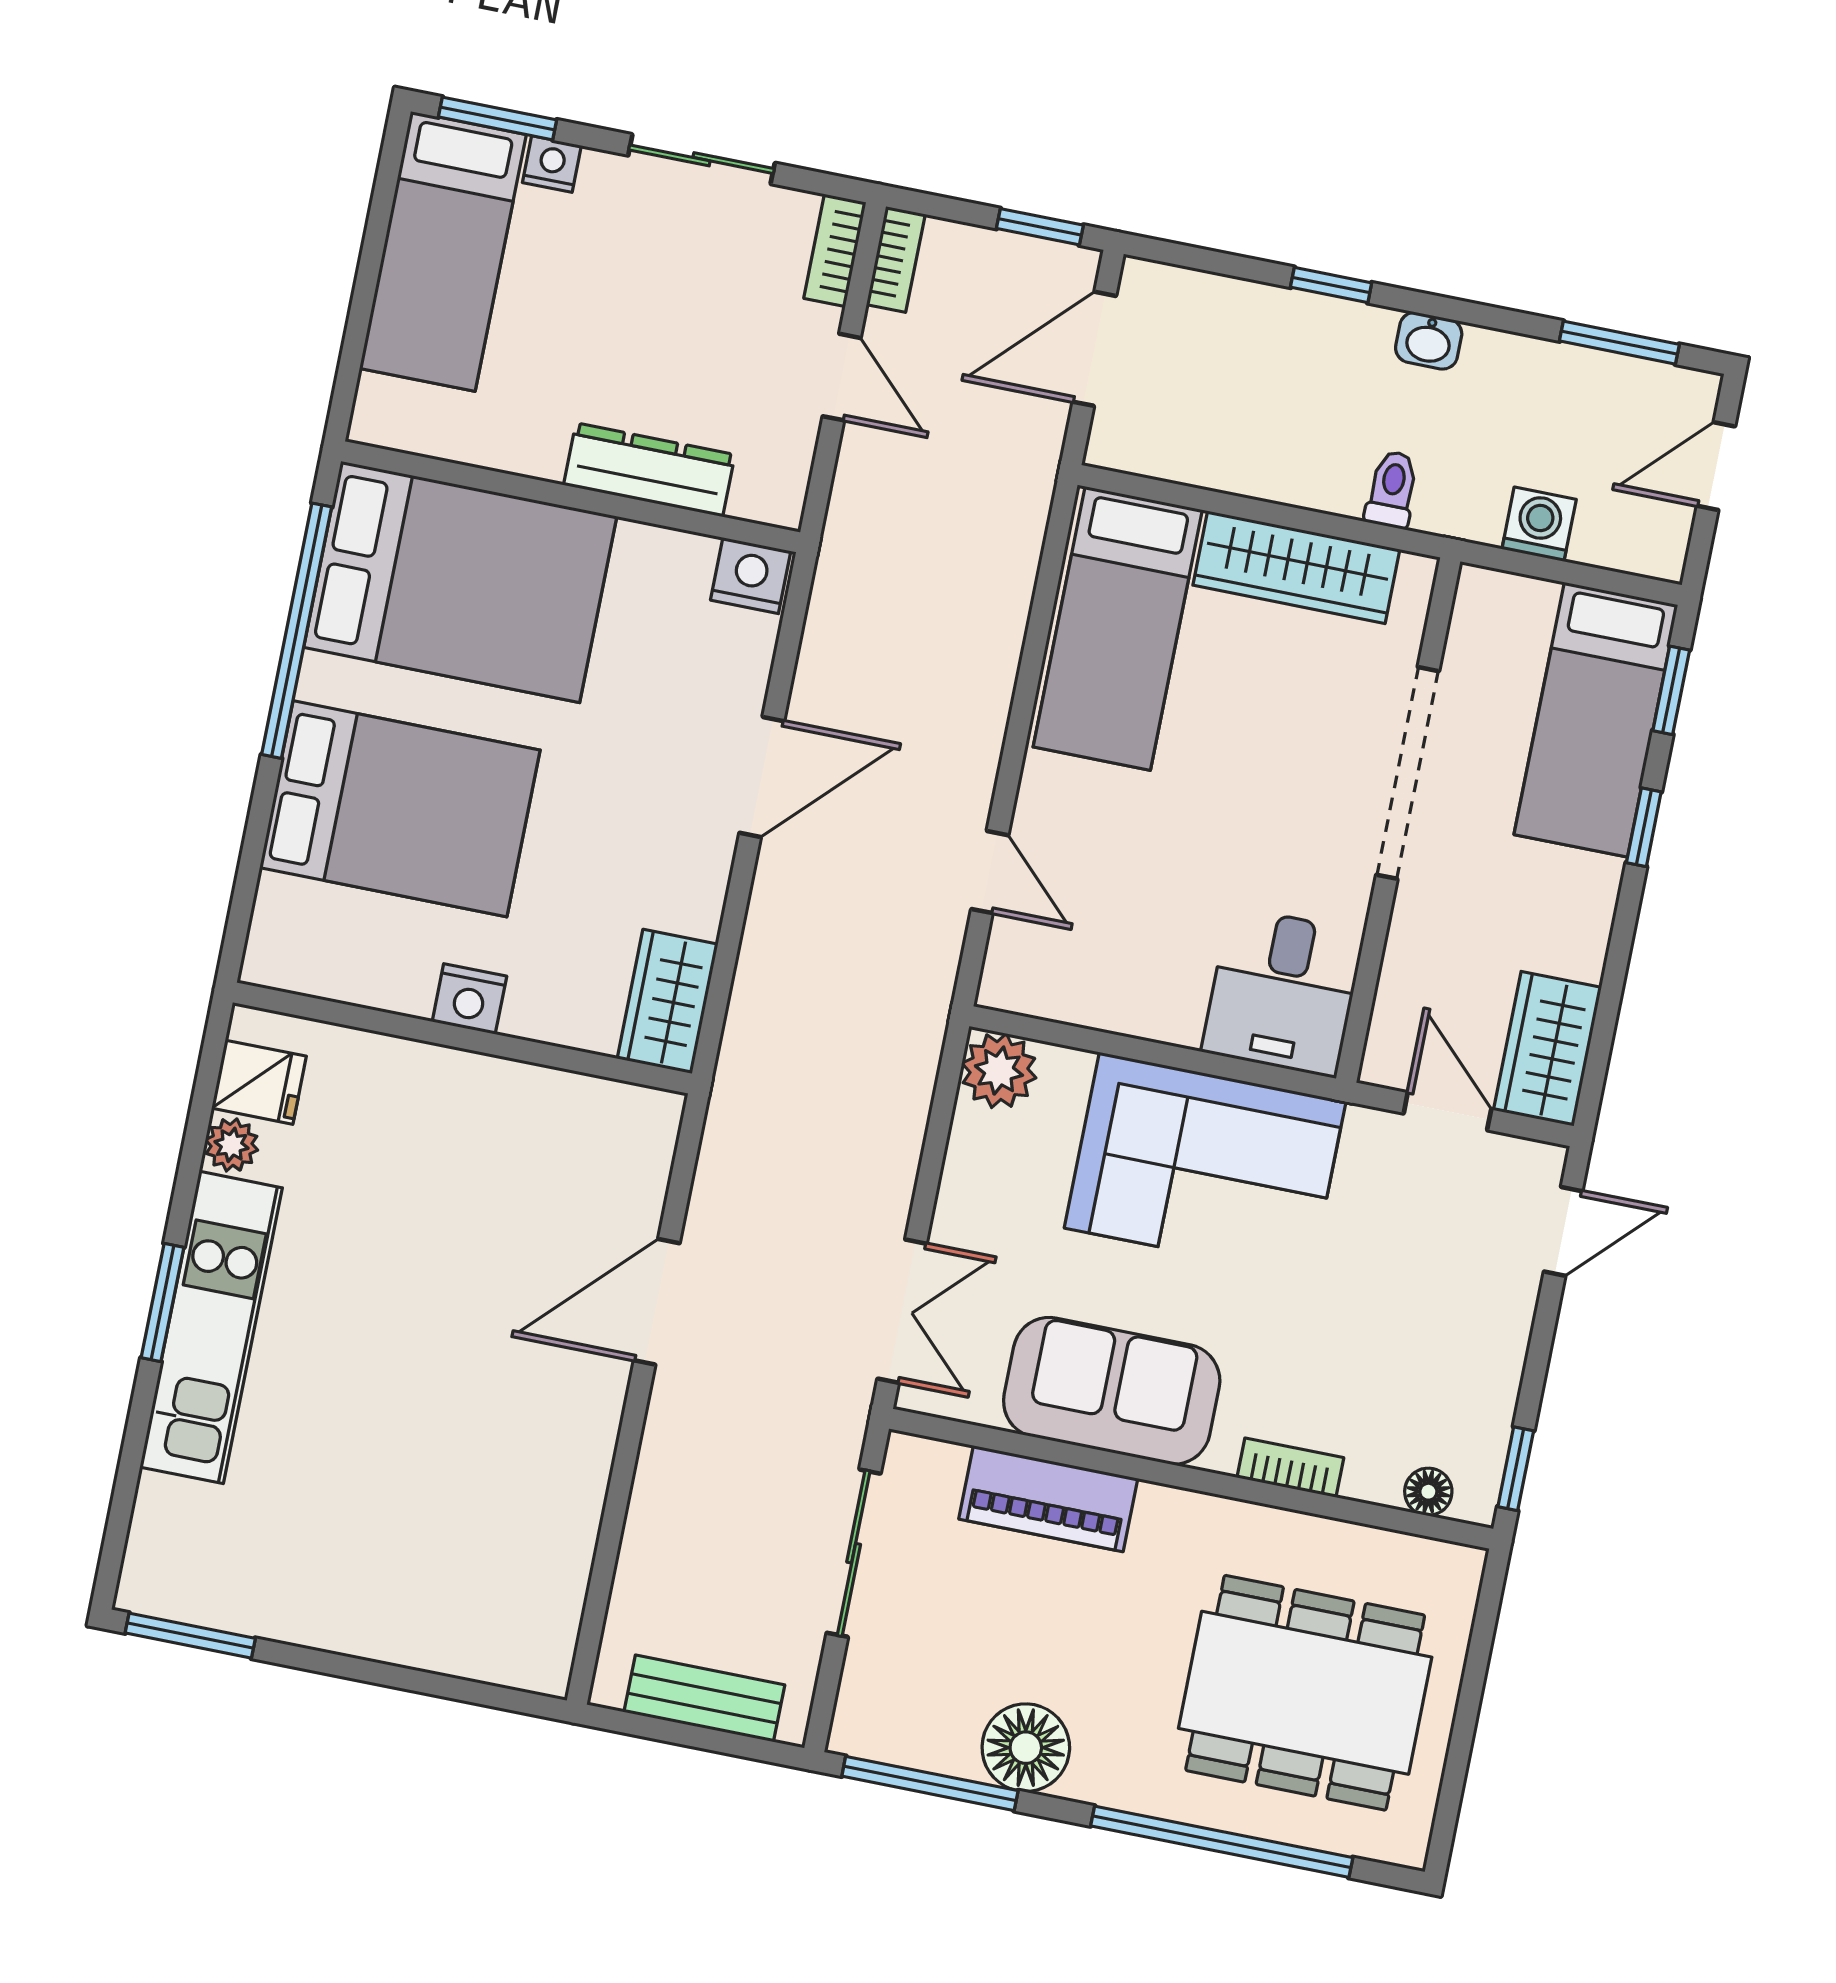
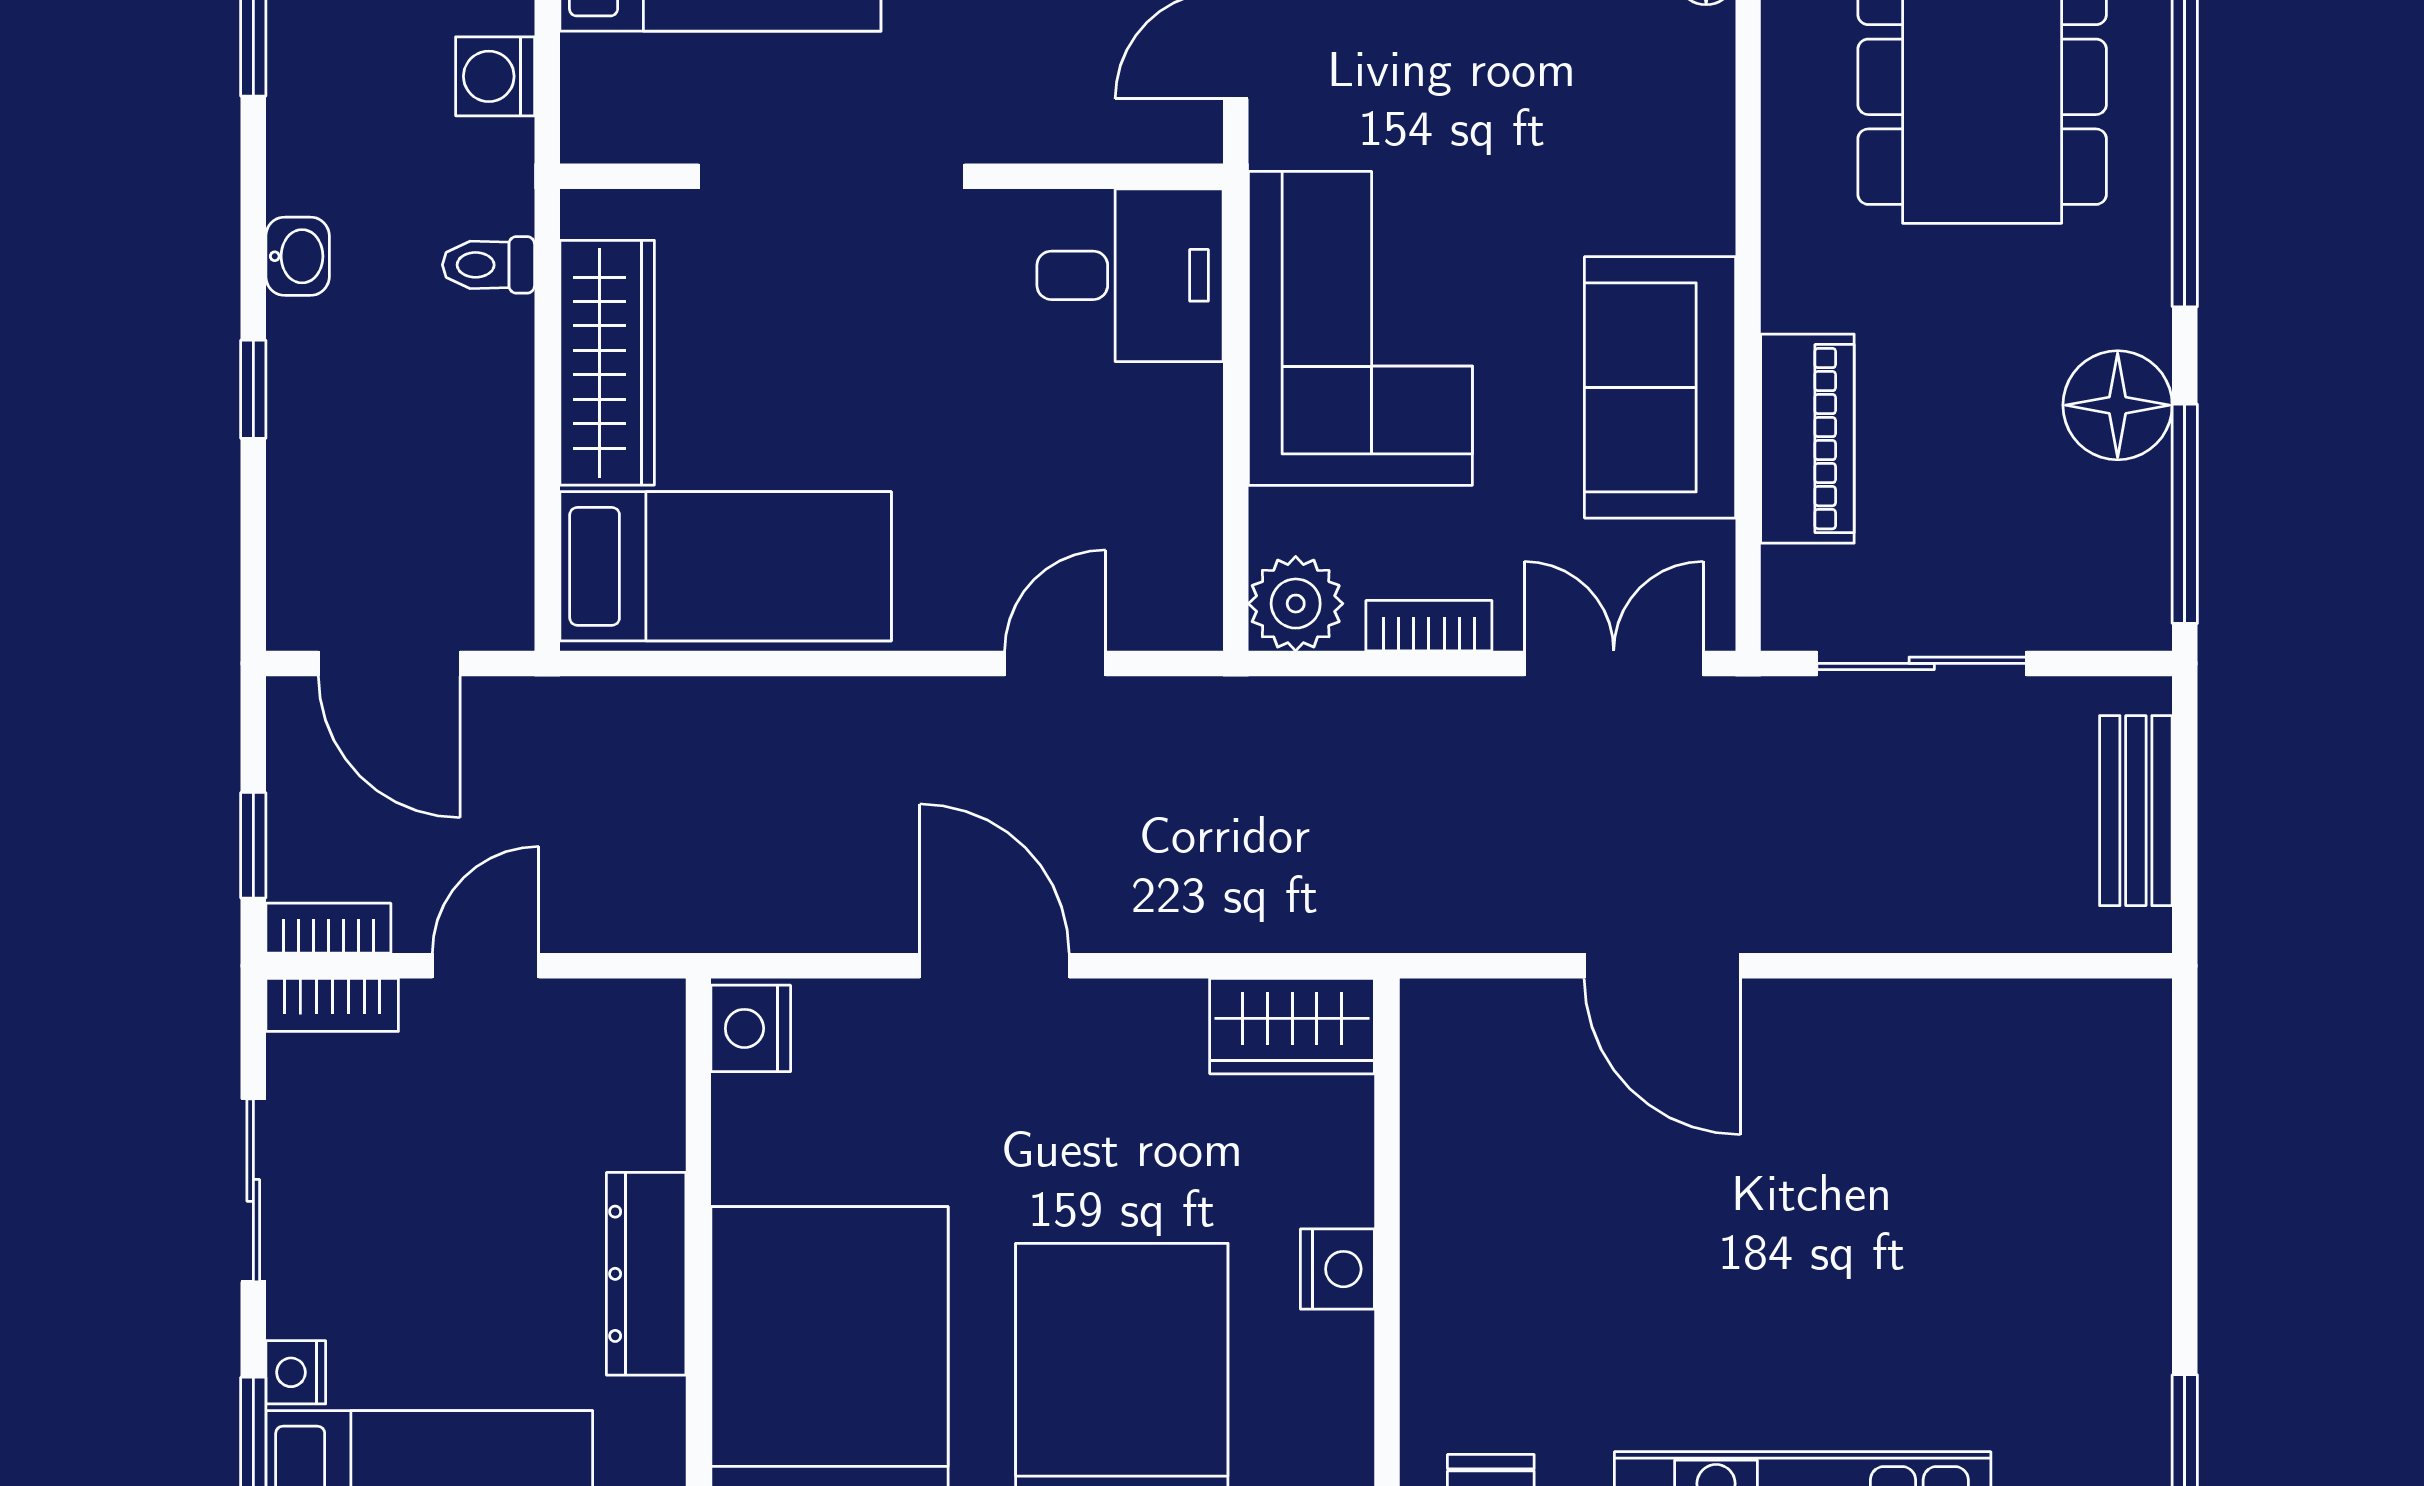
window: (1040, 227) -> (253, 845), moved
dresser: (649, 470) -> (646, 1274), moved
bookcase: (1290, 1468) -> (1429, 626), moved, turned 90

